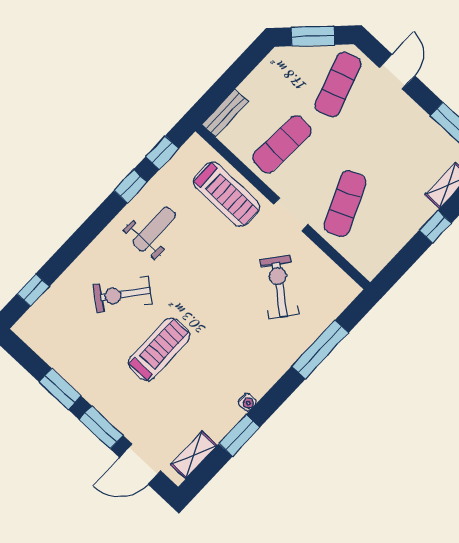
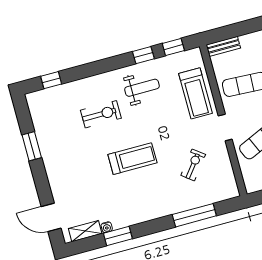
exercise bike: (279, 287) -> (193, 165), width x0.73, depth x0.72
exercise bike: (123, 294) -> (101, 114), turned 142
treadmill: (159, 349) -> (132, 159), moved
water cooler: (247, 402) -> (107, 227), moved
window: (101, 427) -> (42, 183), removed

